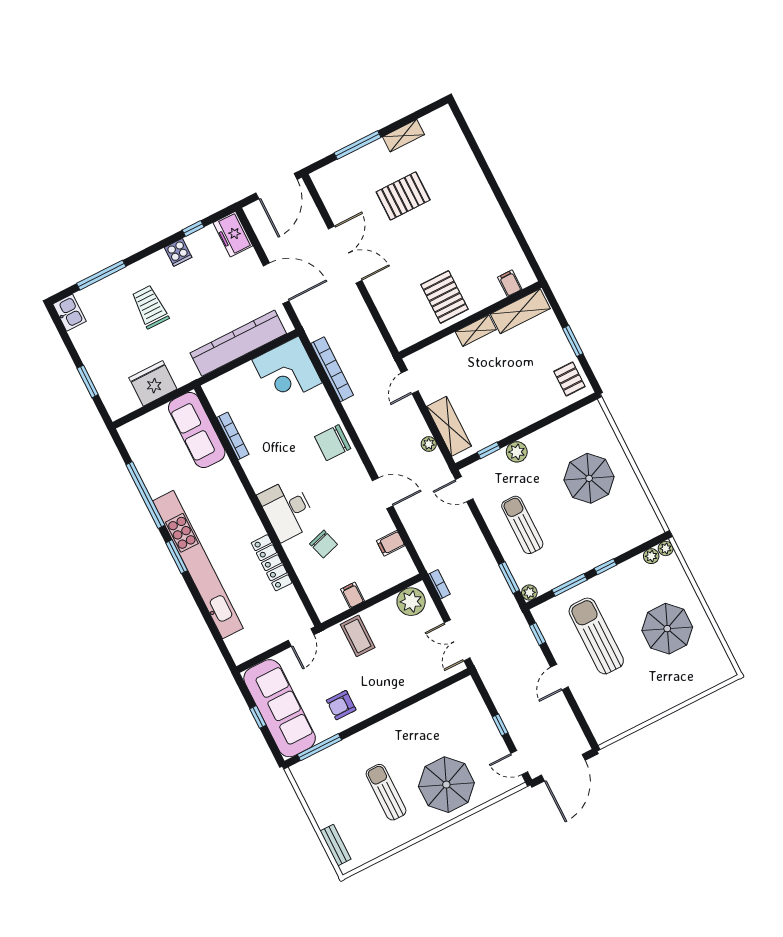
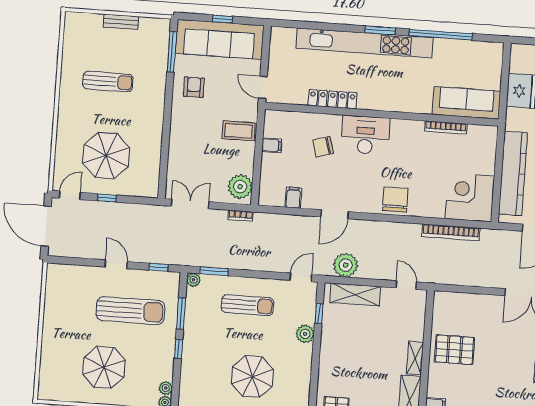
plant: (429, 444) -> (346, 265), width x1.88, depth x1.88
parasol: (446, 785) -> (106, 156), moved
bench: (336, 845) -> (121, 22), moved

